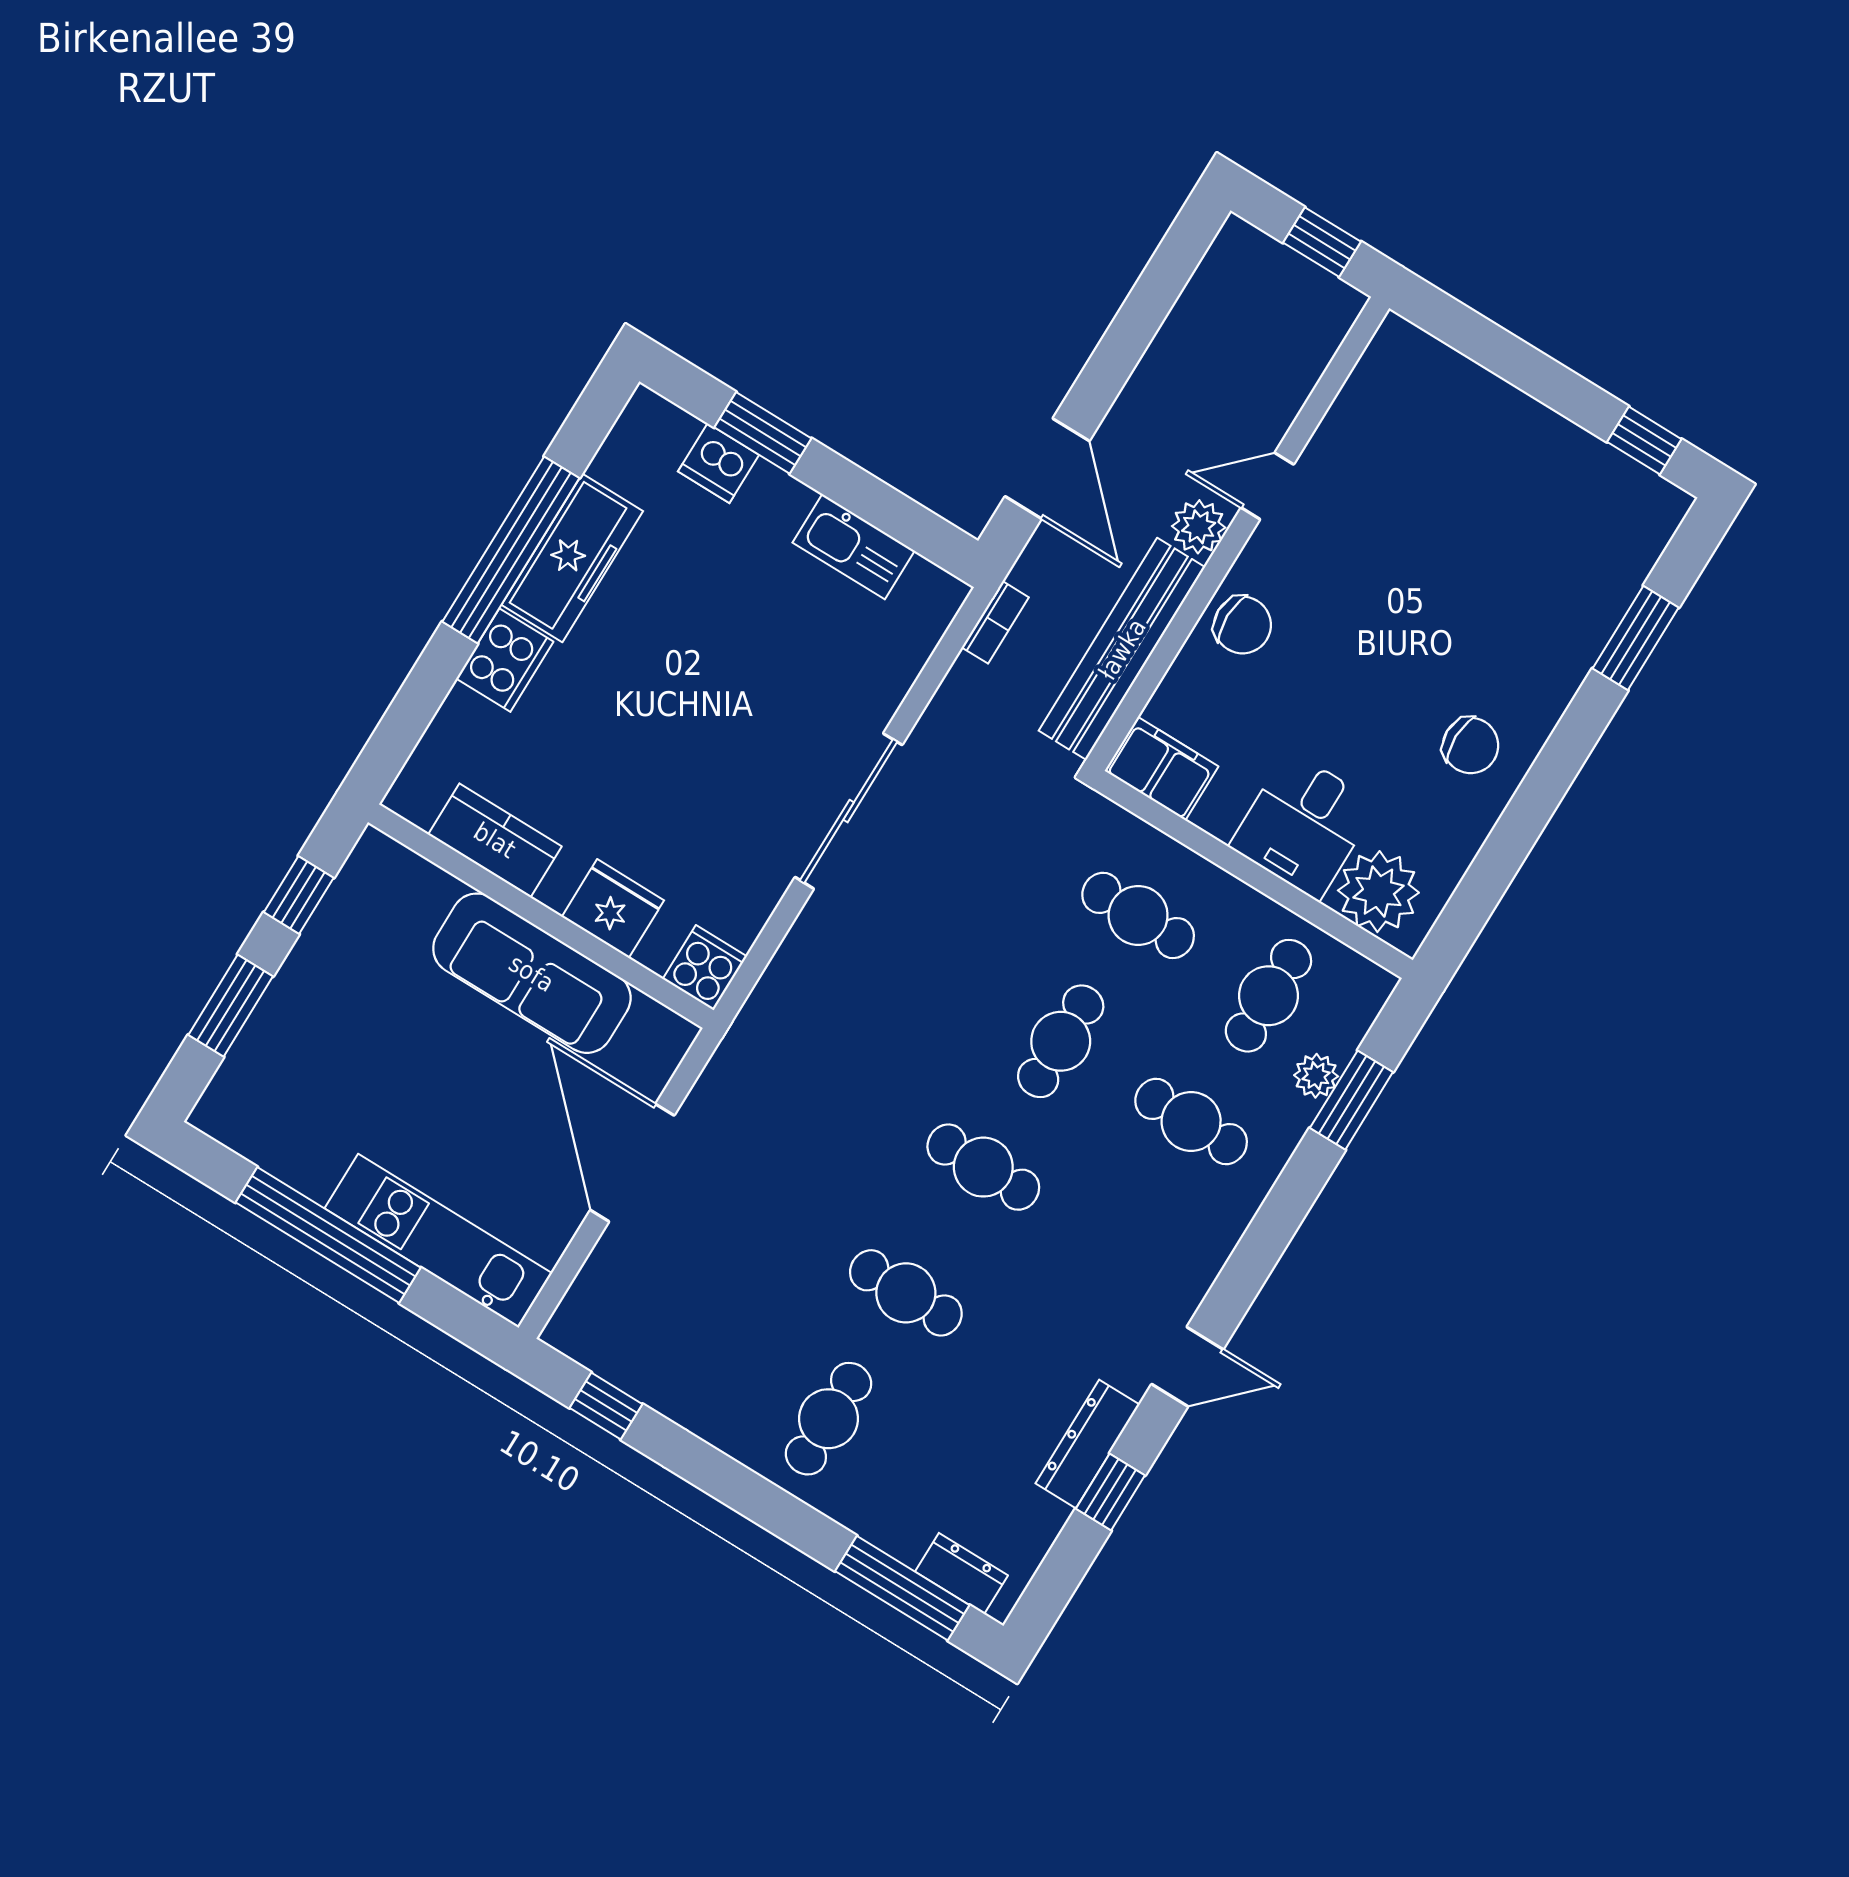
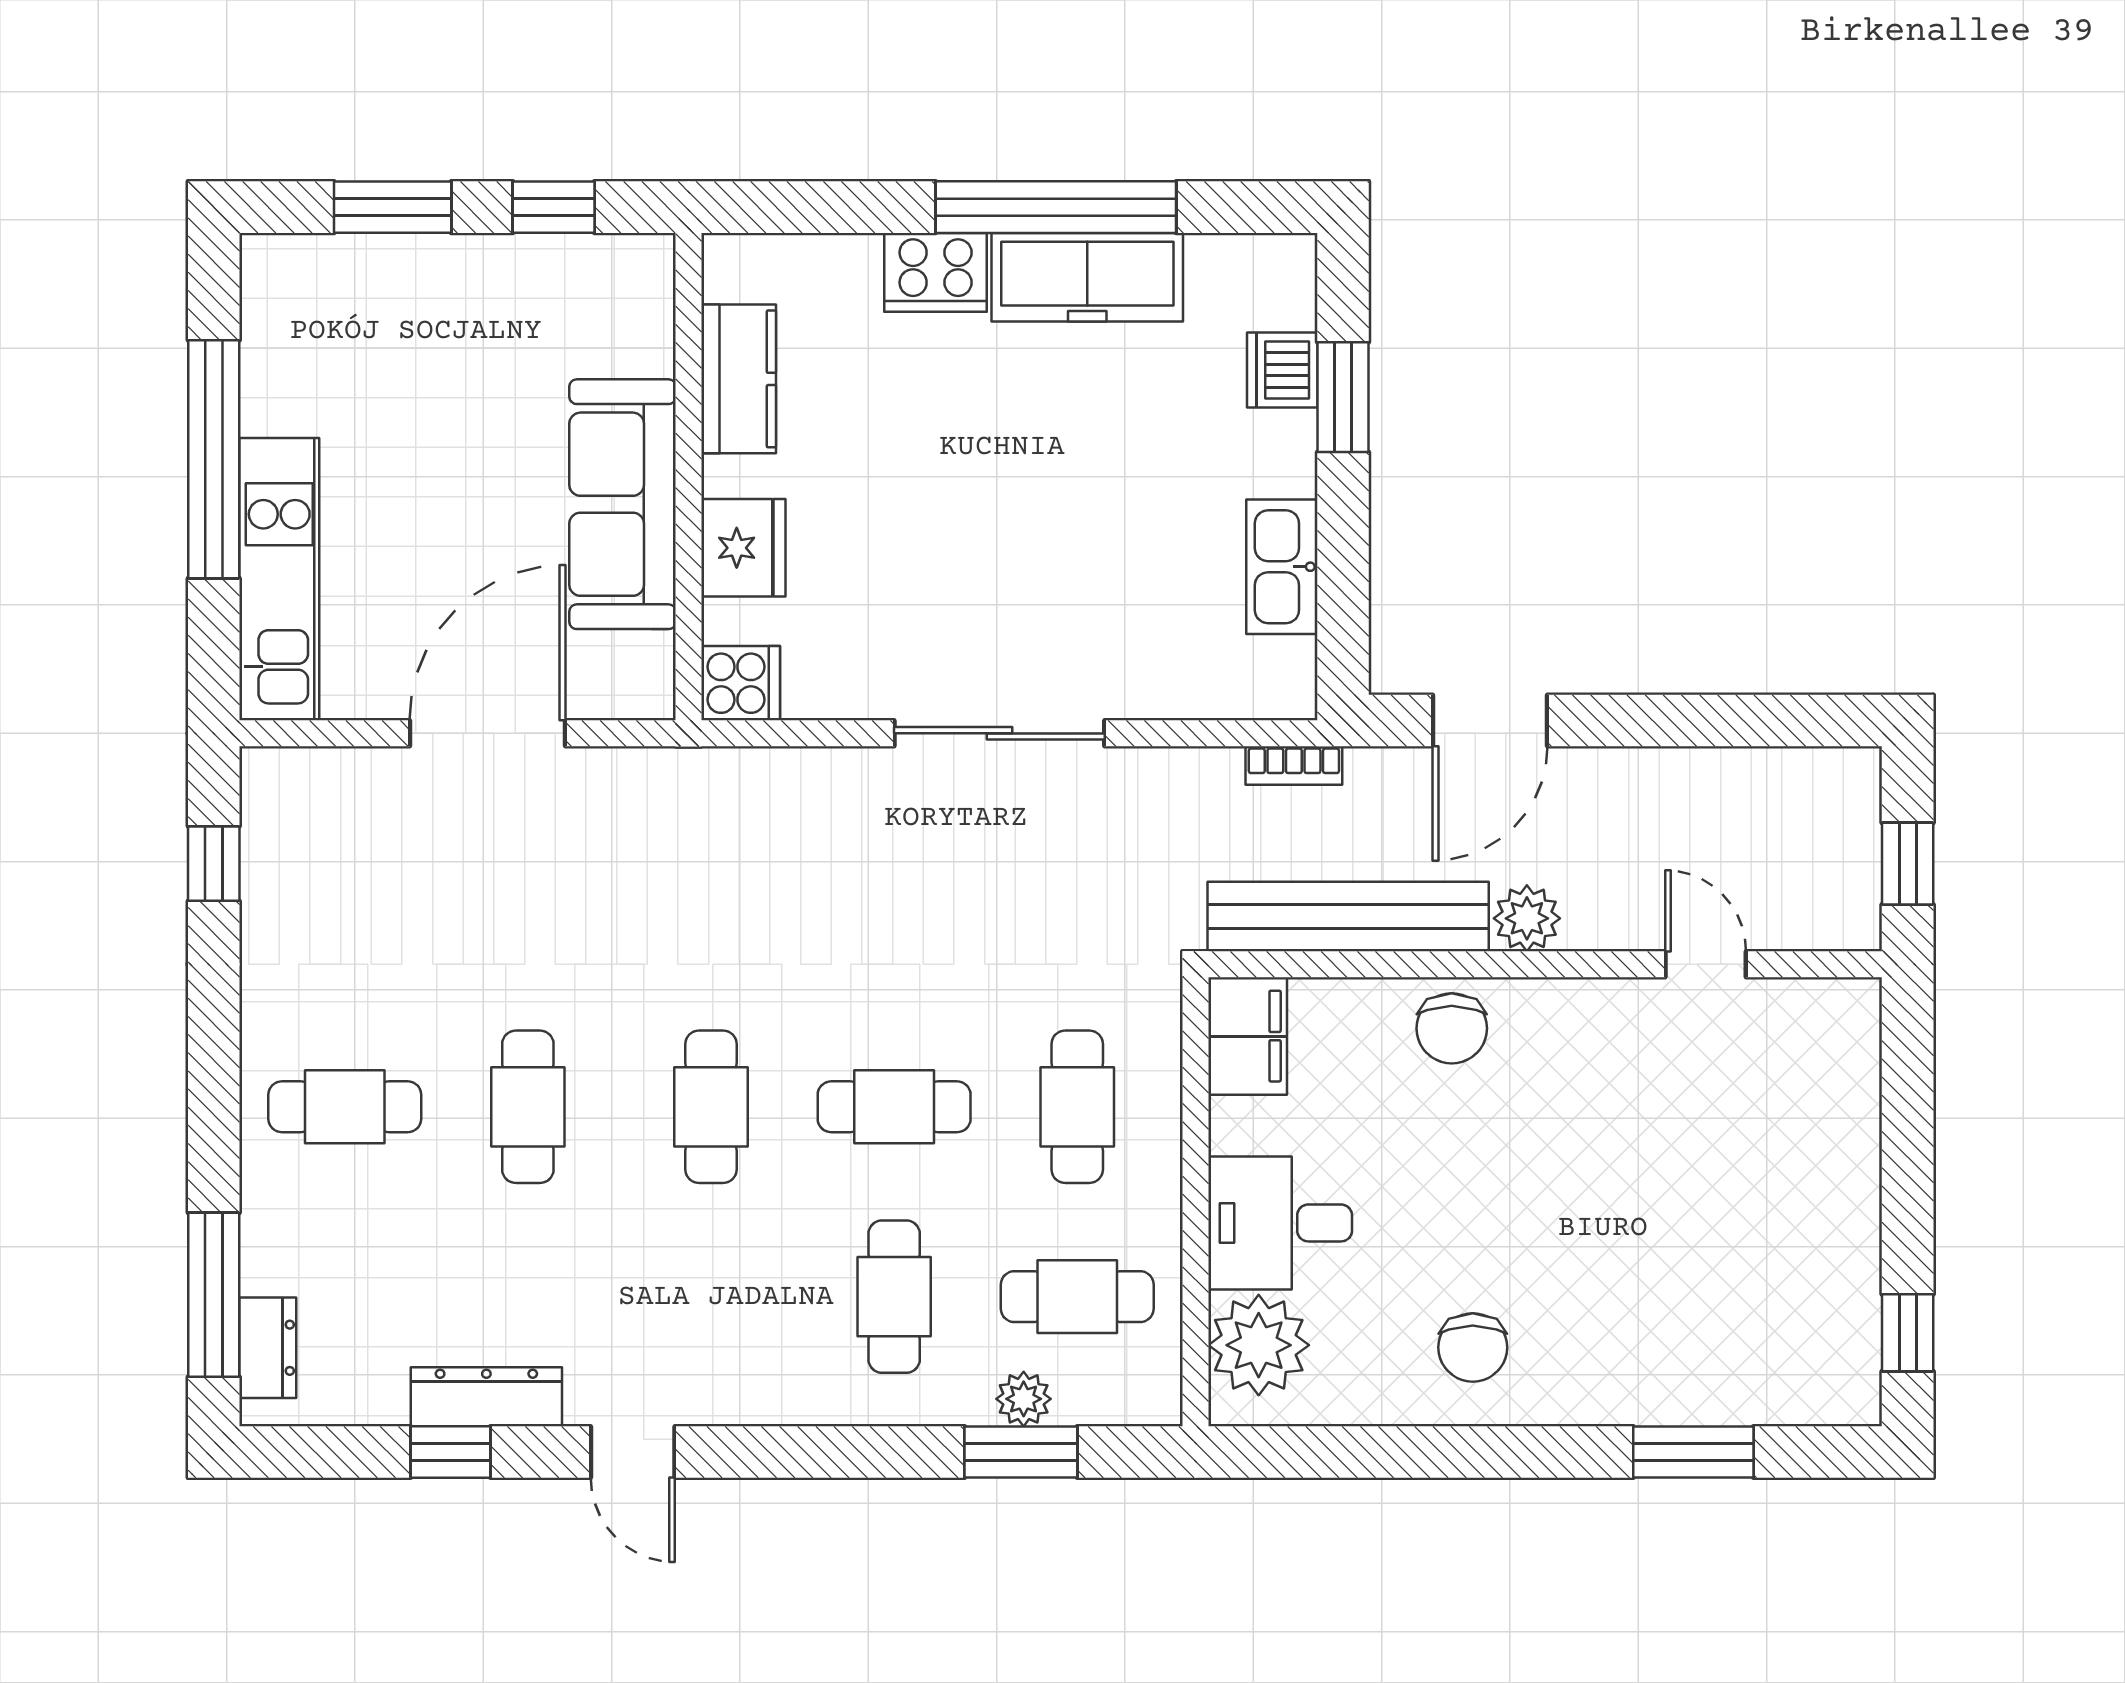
door: (1267, 486) -> (1706, 964), moved

